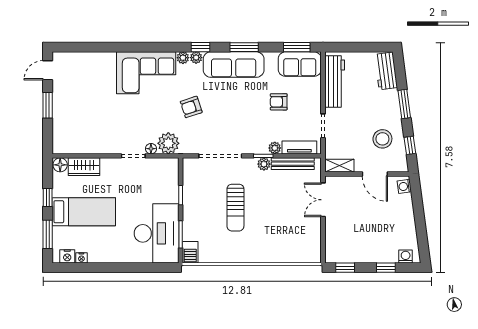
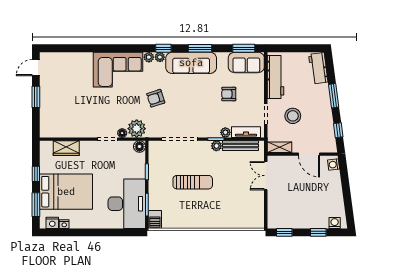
stool: (382, 139) -> (293, 116), moved
floor lamp: (60, 165) -> (139, 146), moved
sun lounger: (235, 208) -> (193, 182), turned -90
bed: (84, 212) -> (66, 192), width x1.50

